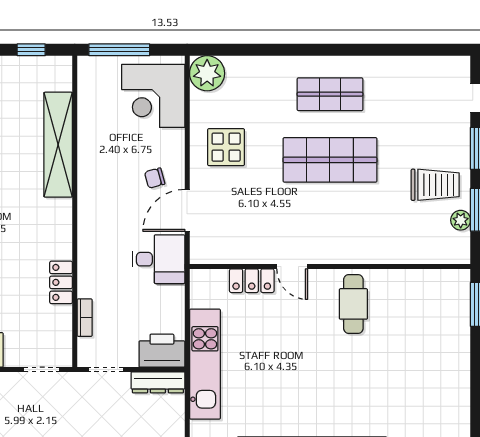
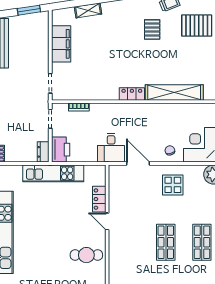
shop shelf: (330, 160) -> (166, 242), width x0.70, depth x0.74
chair: (155, 178) -> (170, 150), moved
door: (292, 266) -> (107, 221), hinge flipped
locker: (61, 282) -> (132, 94), moved
dresser: (158, 382) -> (43, 152), width x0.70

